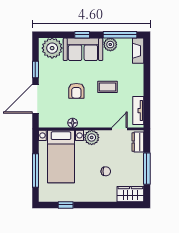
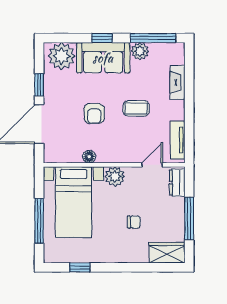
fireplace: (138, 51) -> (177, 82), moved

